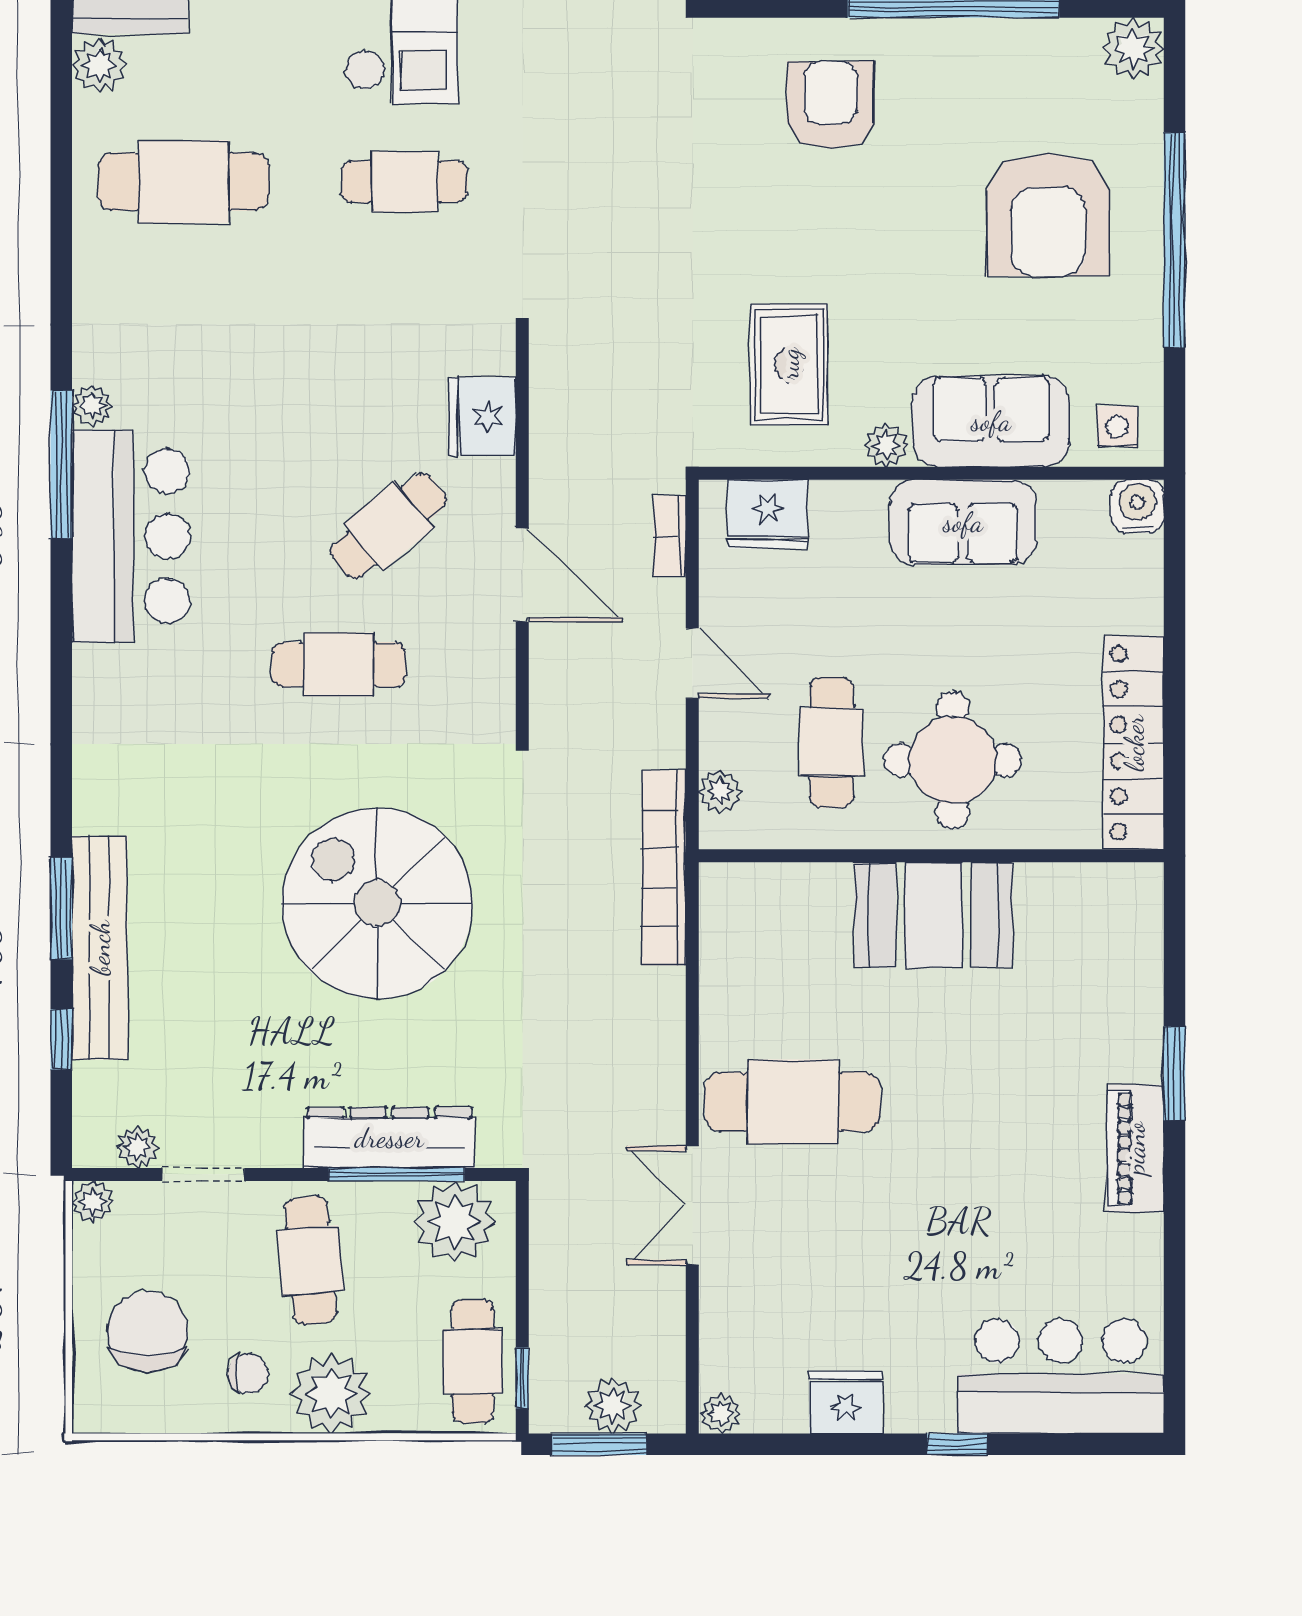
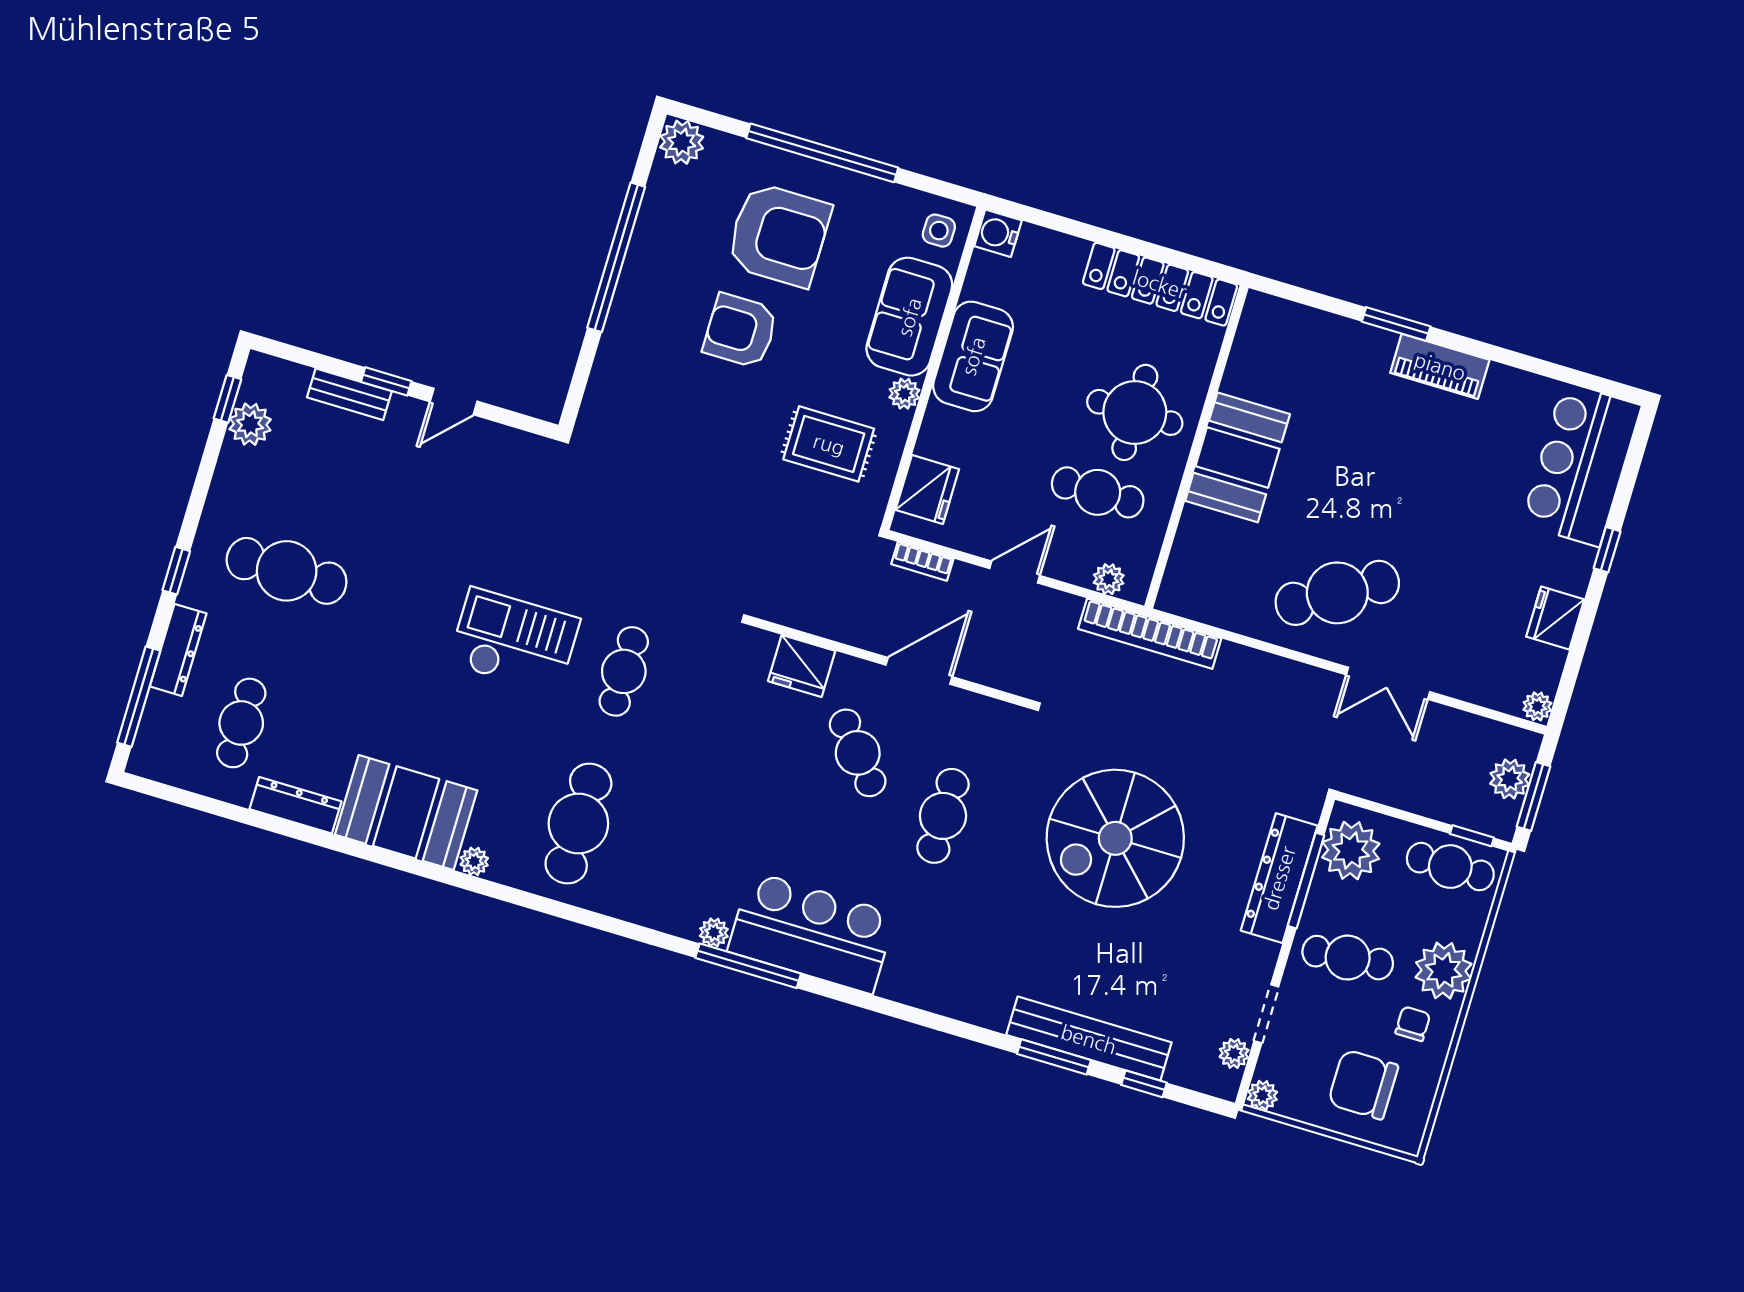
plant: (99, 65) -> (474, 861), width x0.73, depth x0.73
armchair: (831, 105) -> (740, 331), moved
cafe table: (793, 1102) -> (1337, 593), turned 59

